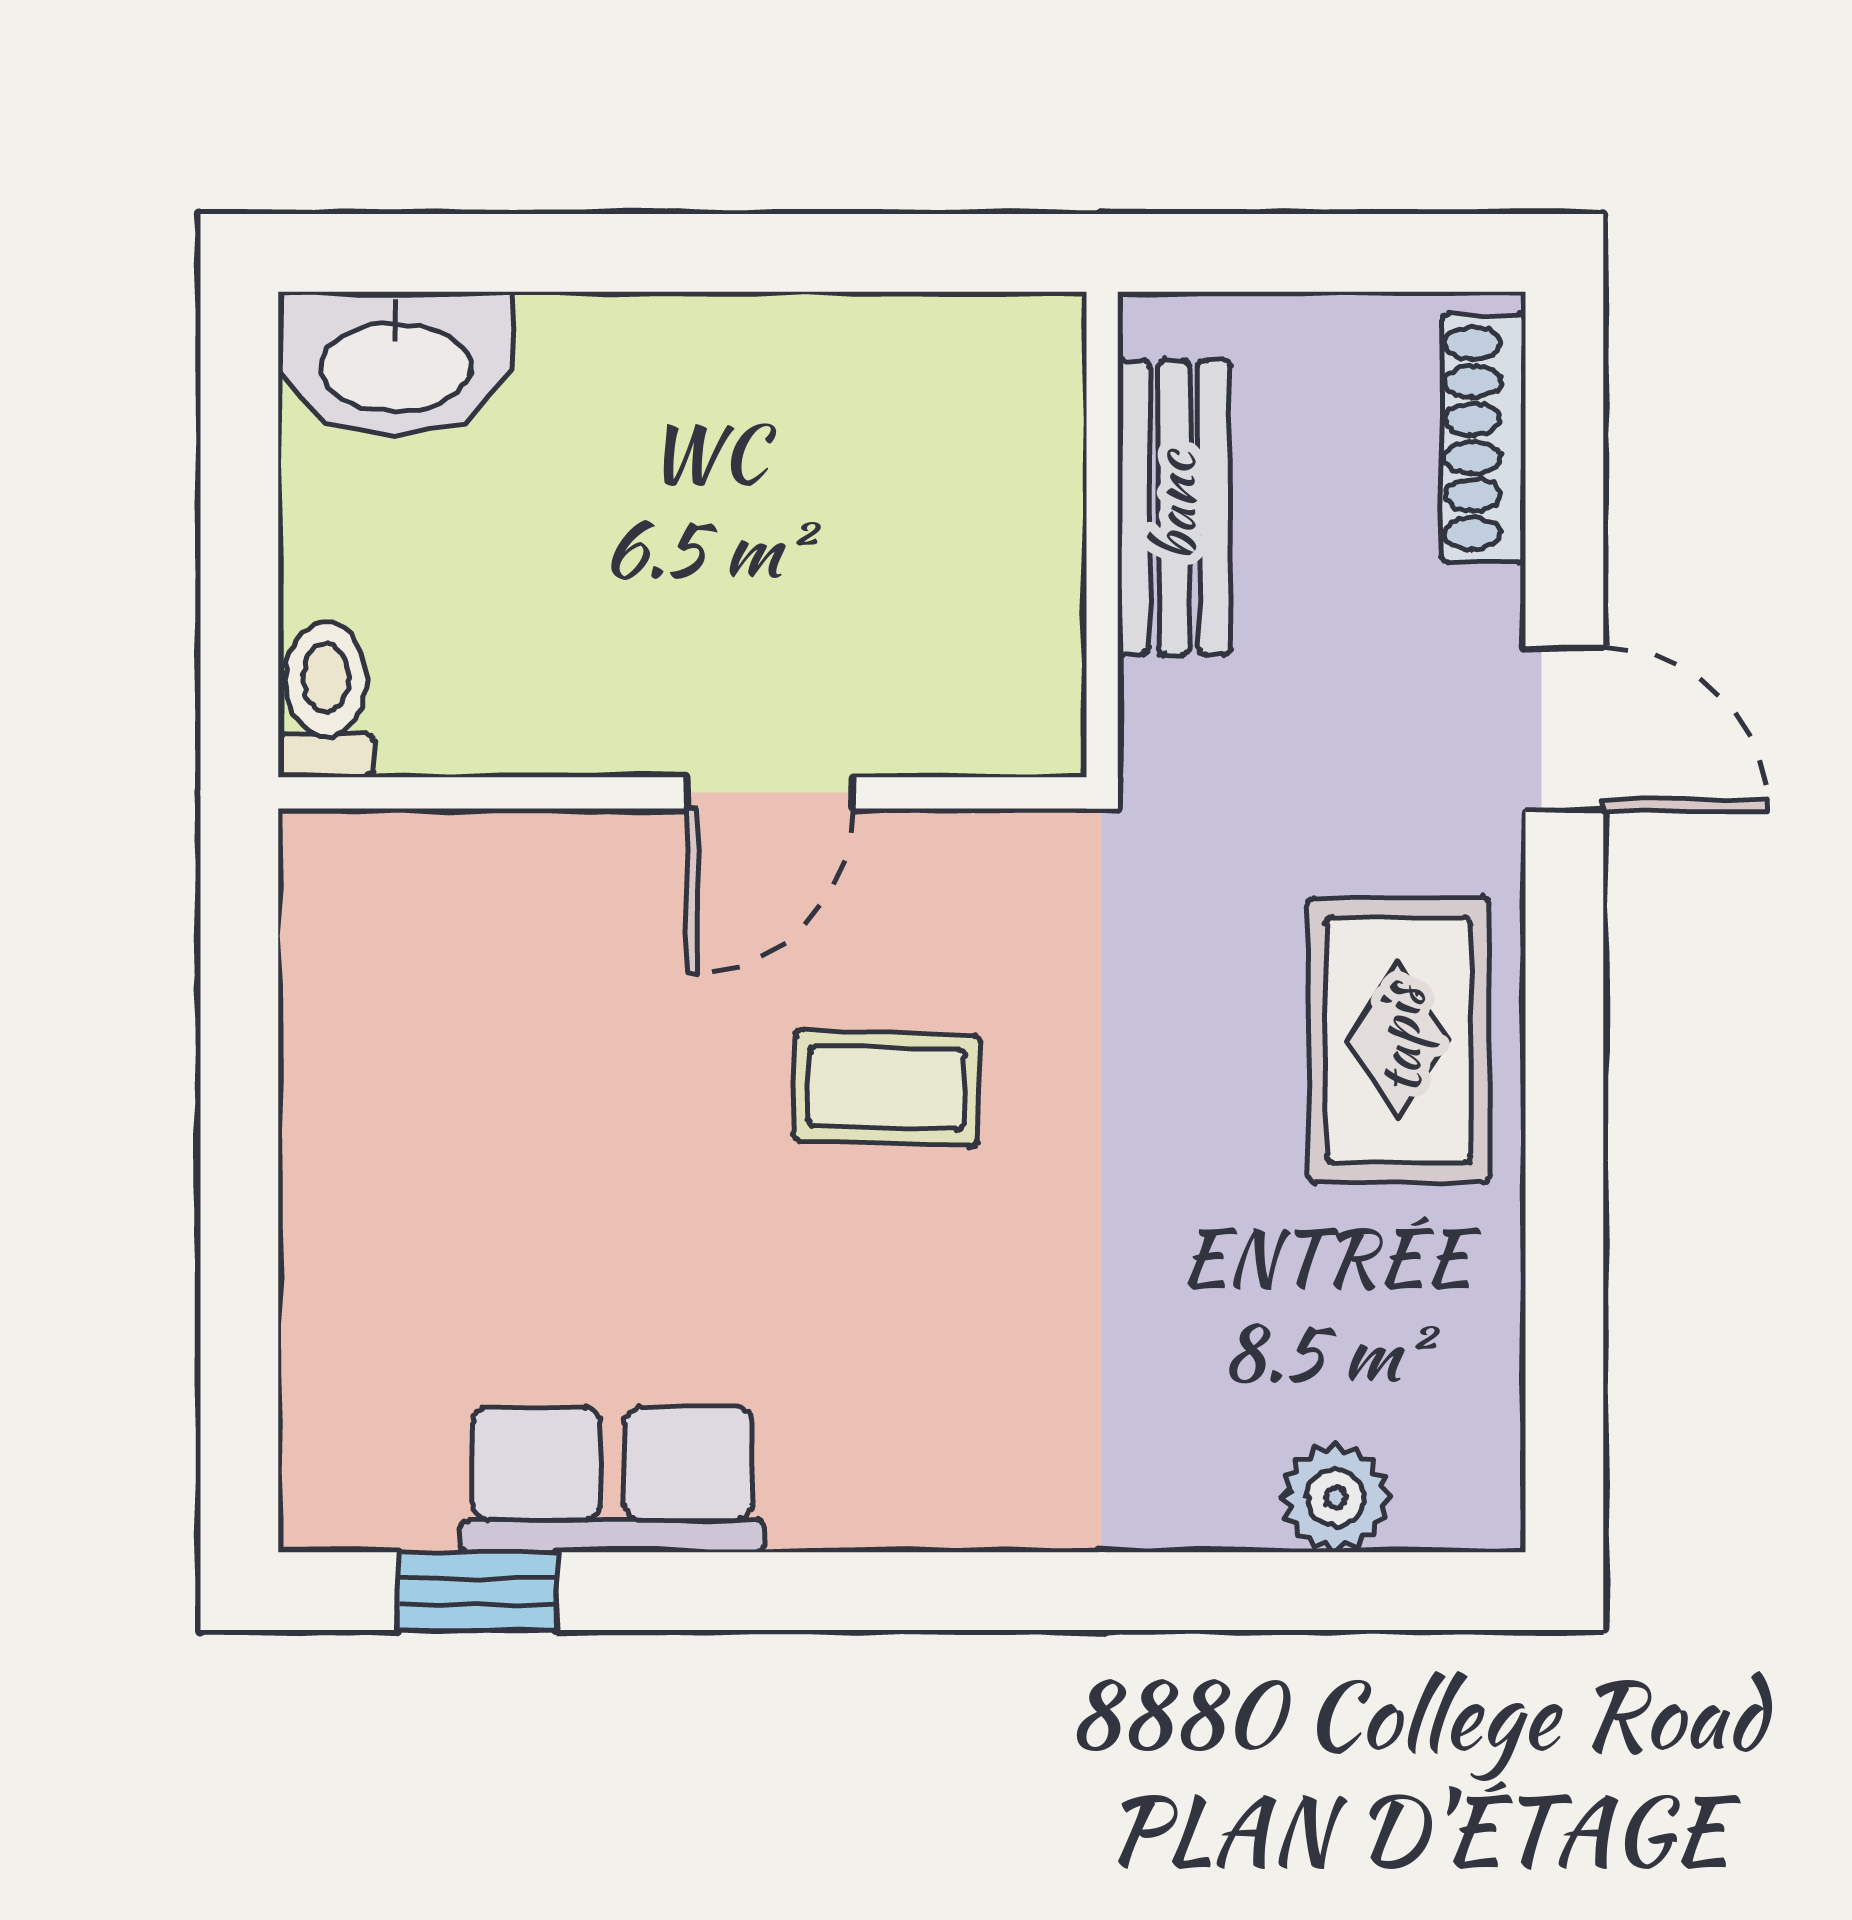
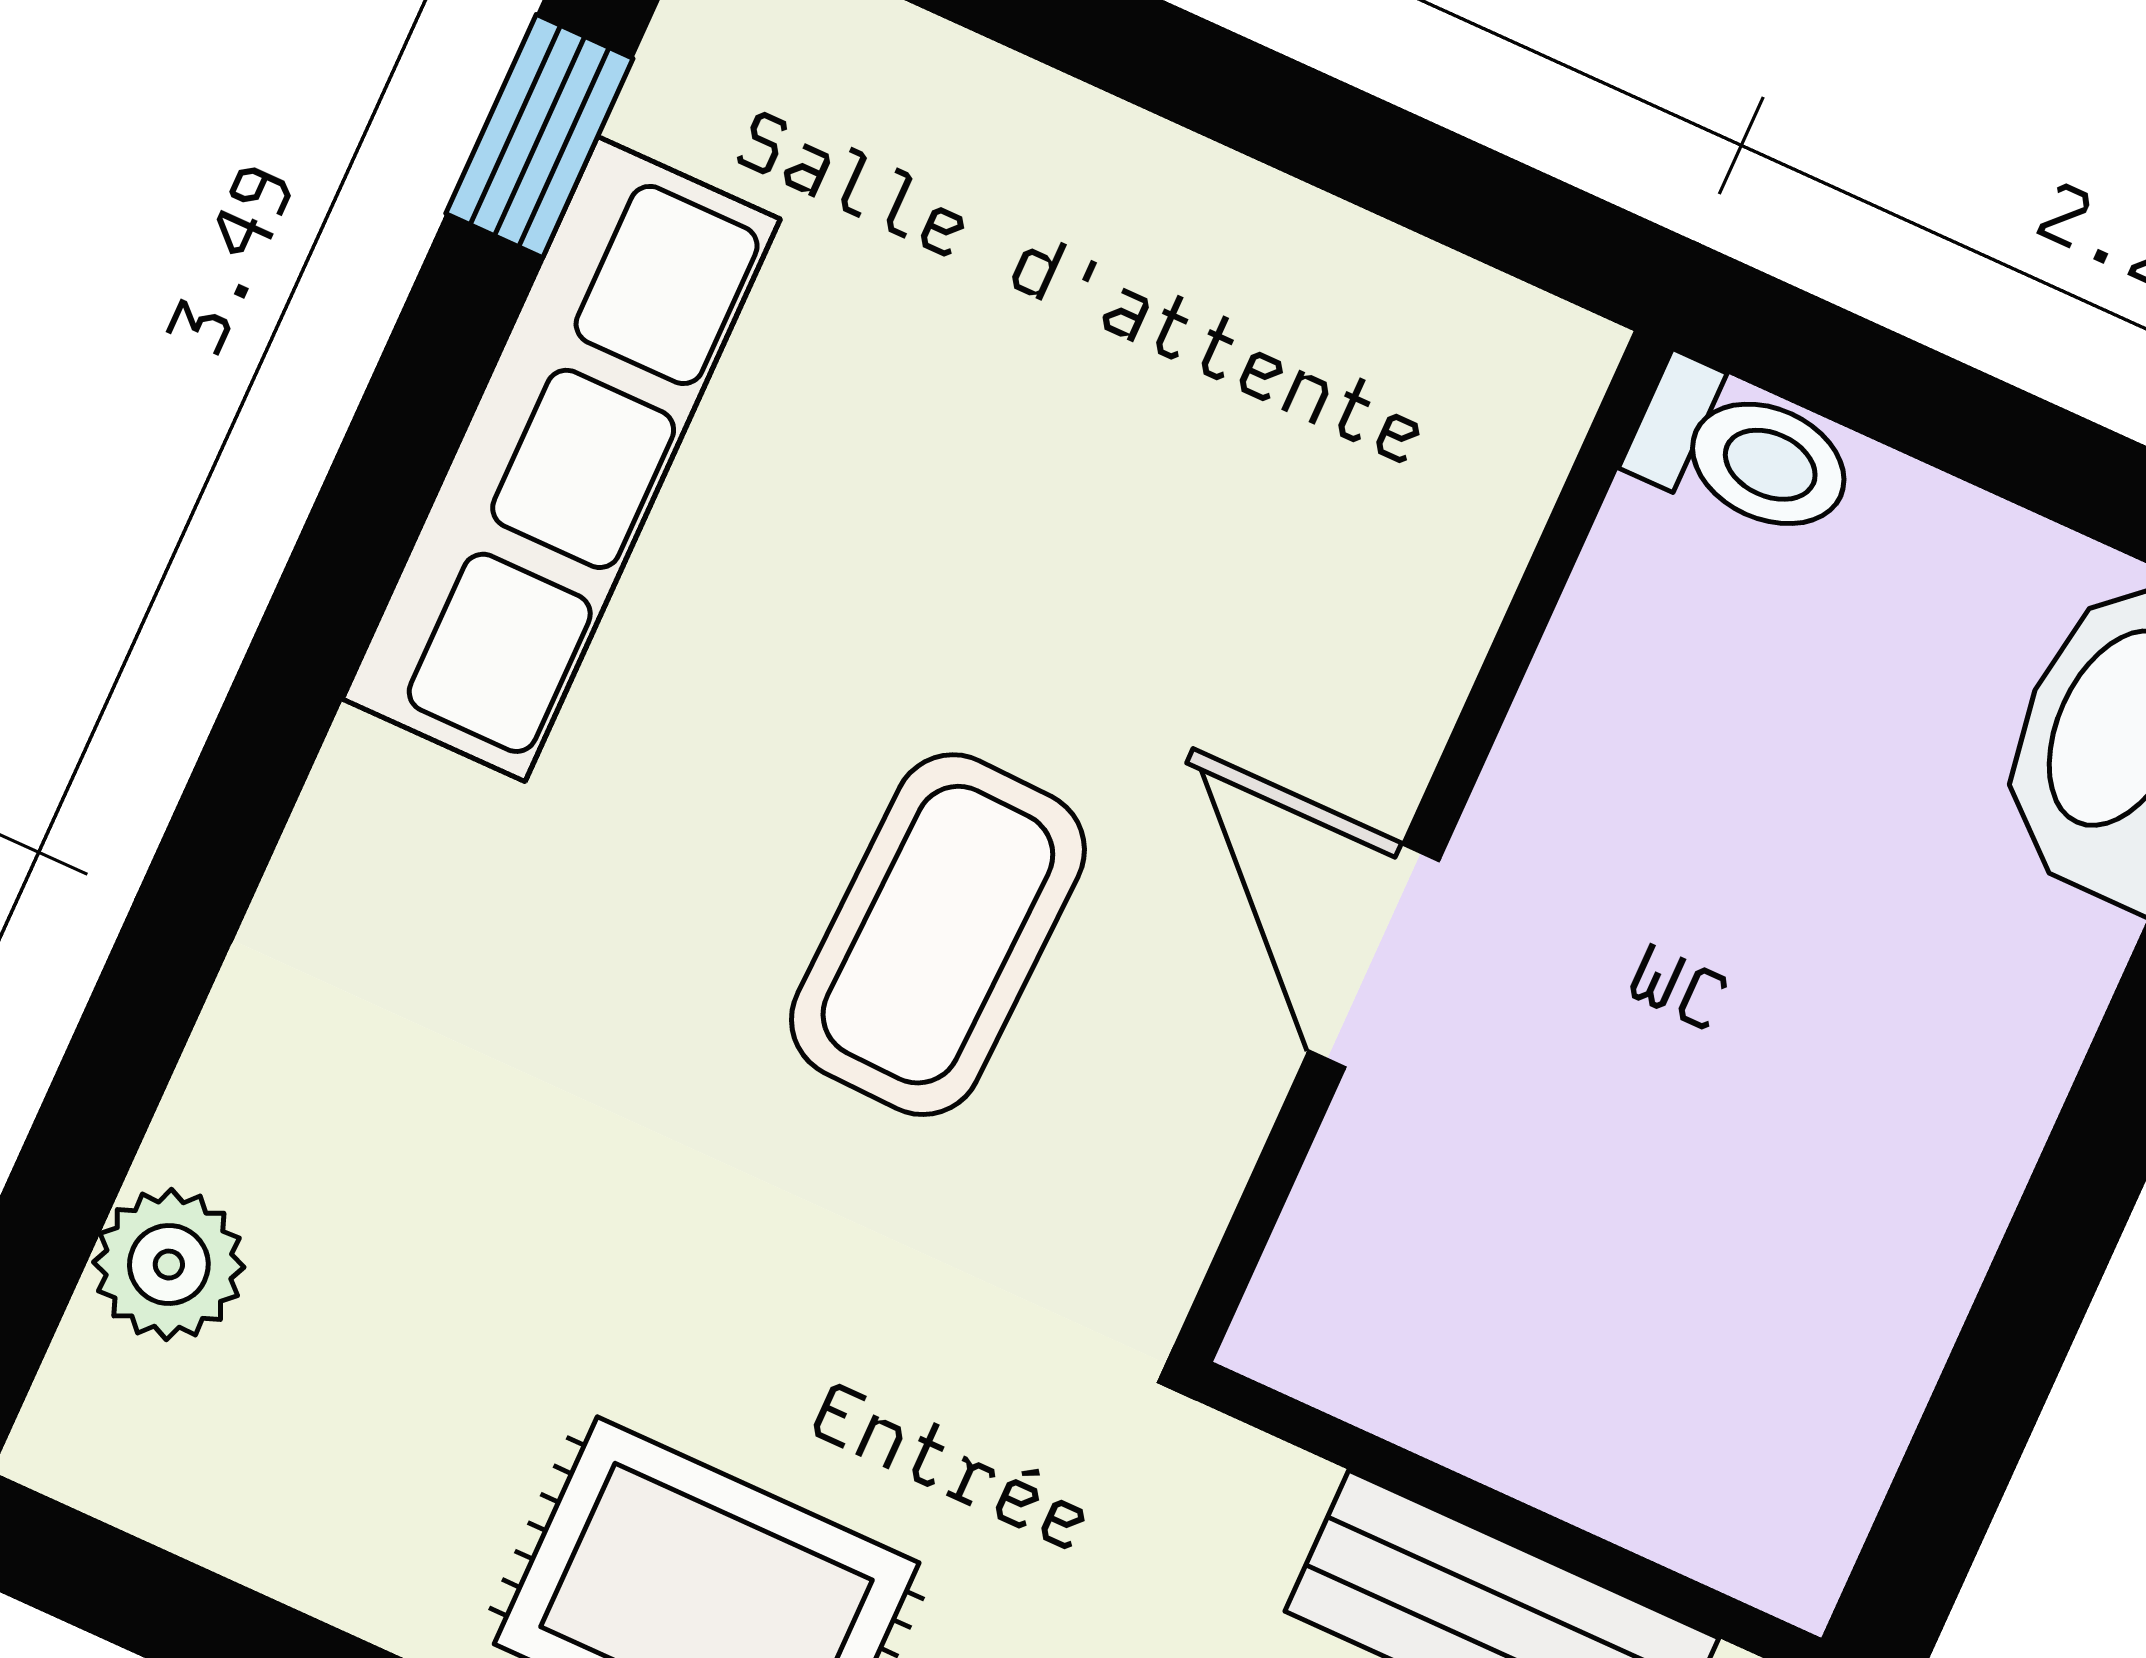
coffee table: (886, 1088) -> (938, 935), width x1.36, depth x1.30
row of seats: (612, 1480) -> (561, 459), width x1.48

